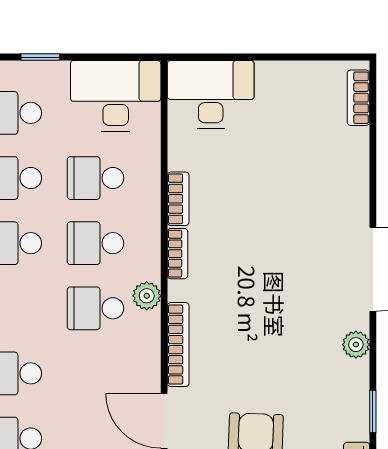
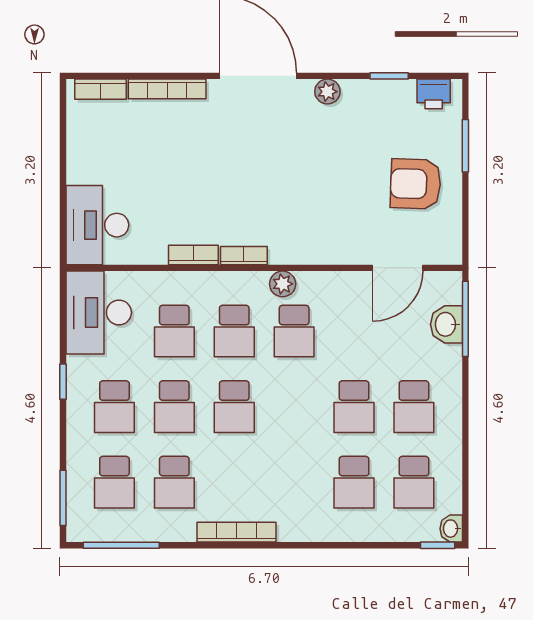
bookcase: (178, 345) -> (167, 89), moved, turned 180

